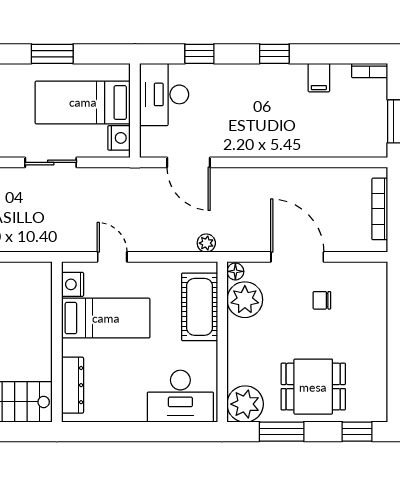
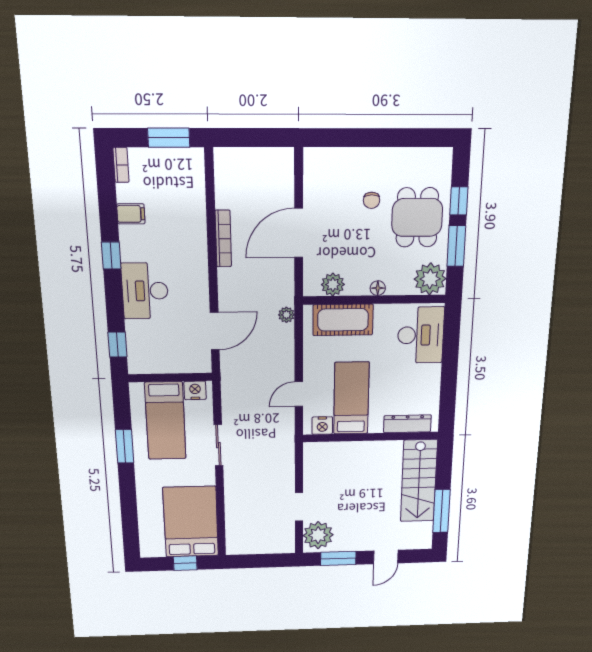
window: (199, 54) -> (117, 345), moved
desk: (164, 94) -> (145, 291), moved, turned 90
bookcase: (380, 209) -> (223, 239), moved, turned -90
floor lamp: (235, 271) -> (378, 288), moved
plant: (245, 300) -> (333, 284), width x0.73, depth x0.73
chair: (322, 300) -> (371, 200), moved
window: (357, 432) -> (459, 201), moved

